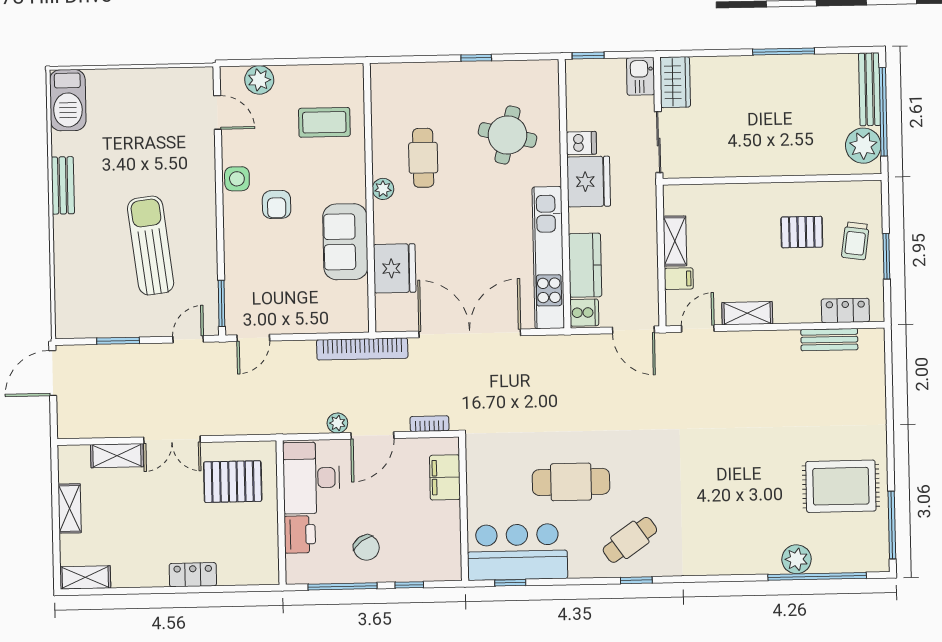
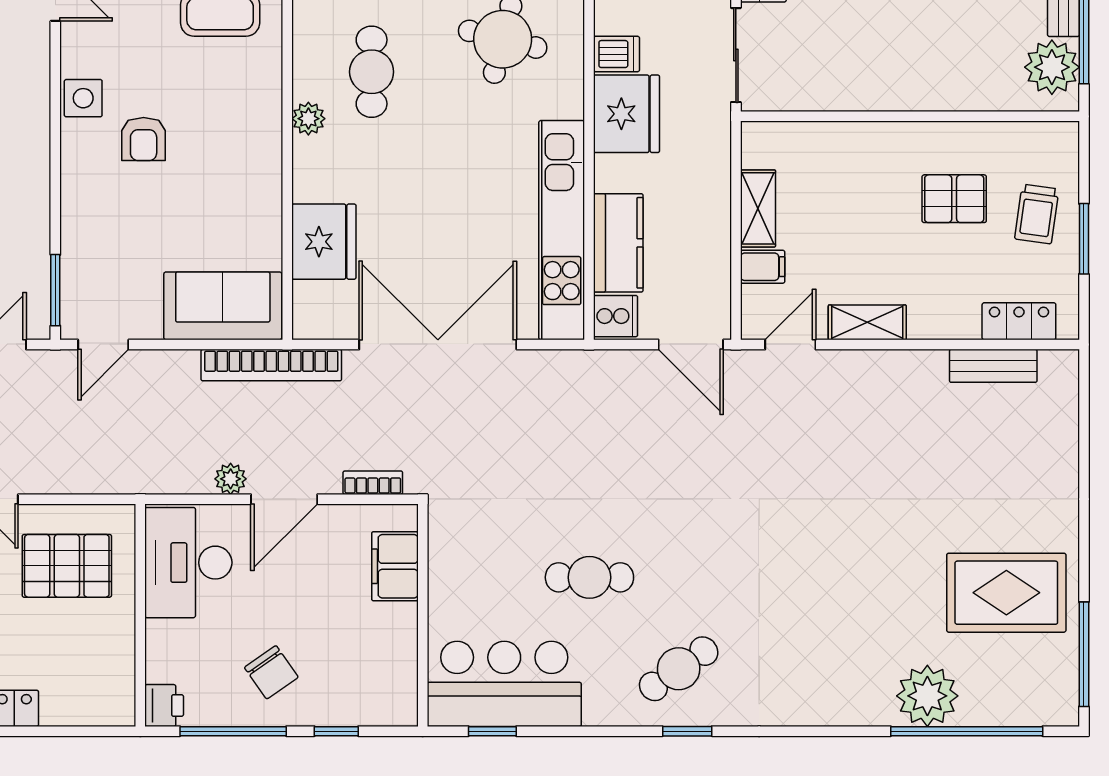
sofa: (345, 242) -> (223, 306), moved, turned 90
cafe table: (571, 482) -> (589, 577), width x0.73, depth x0.74
printer: (300, 534) -> (164, 705), moved, width x0.73, depth x0.81
plant: (797, 559) -> (927, 696), width x1.36, depth x1.36

